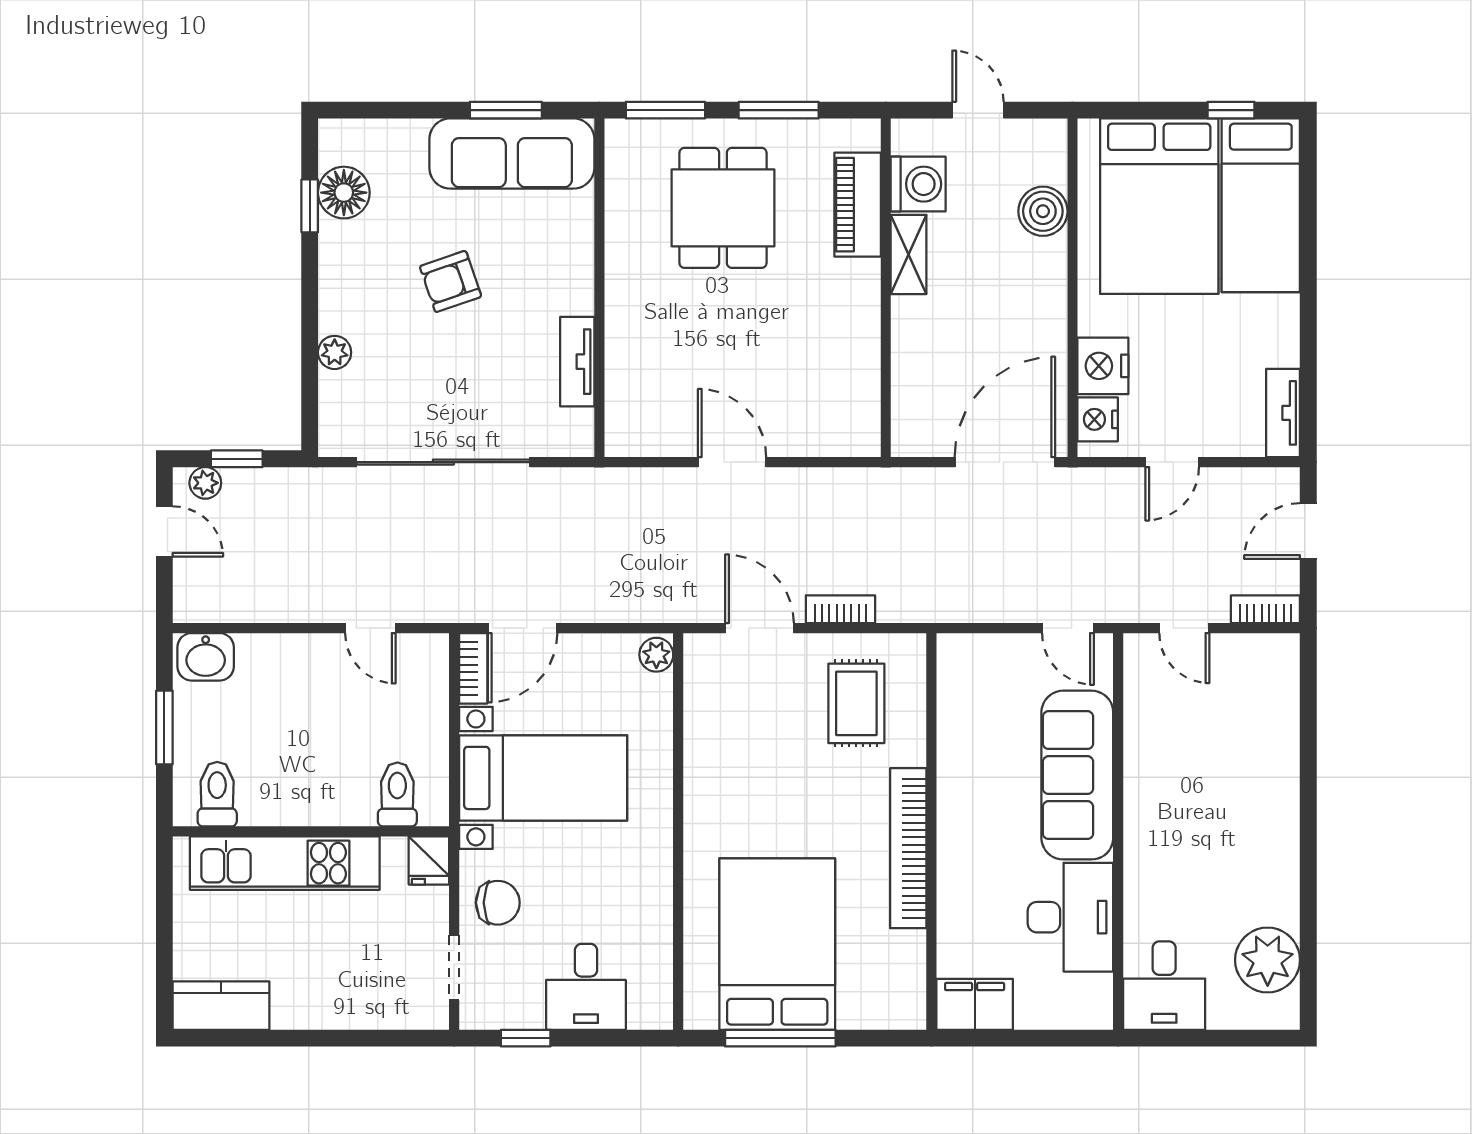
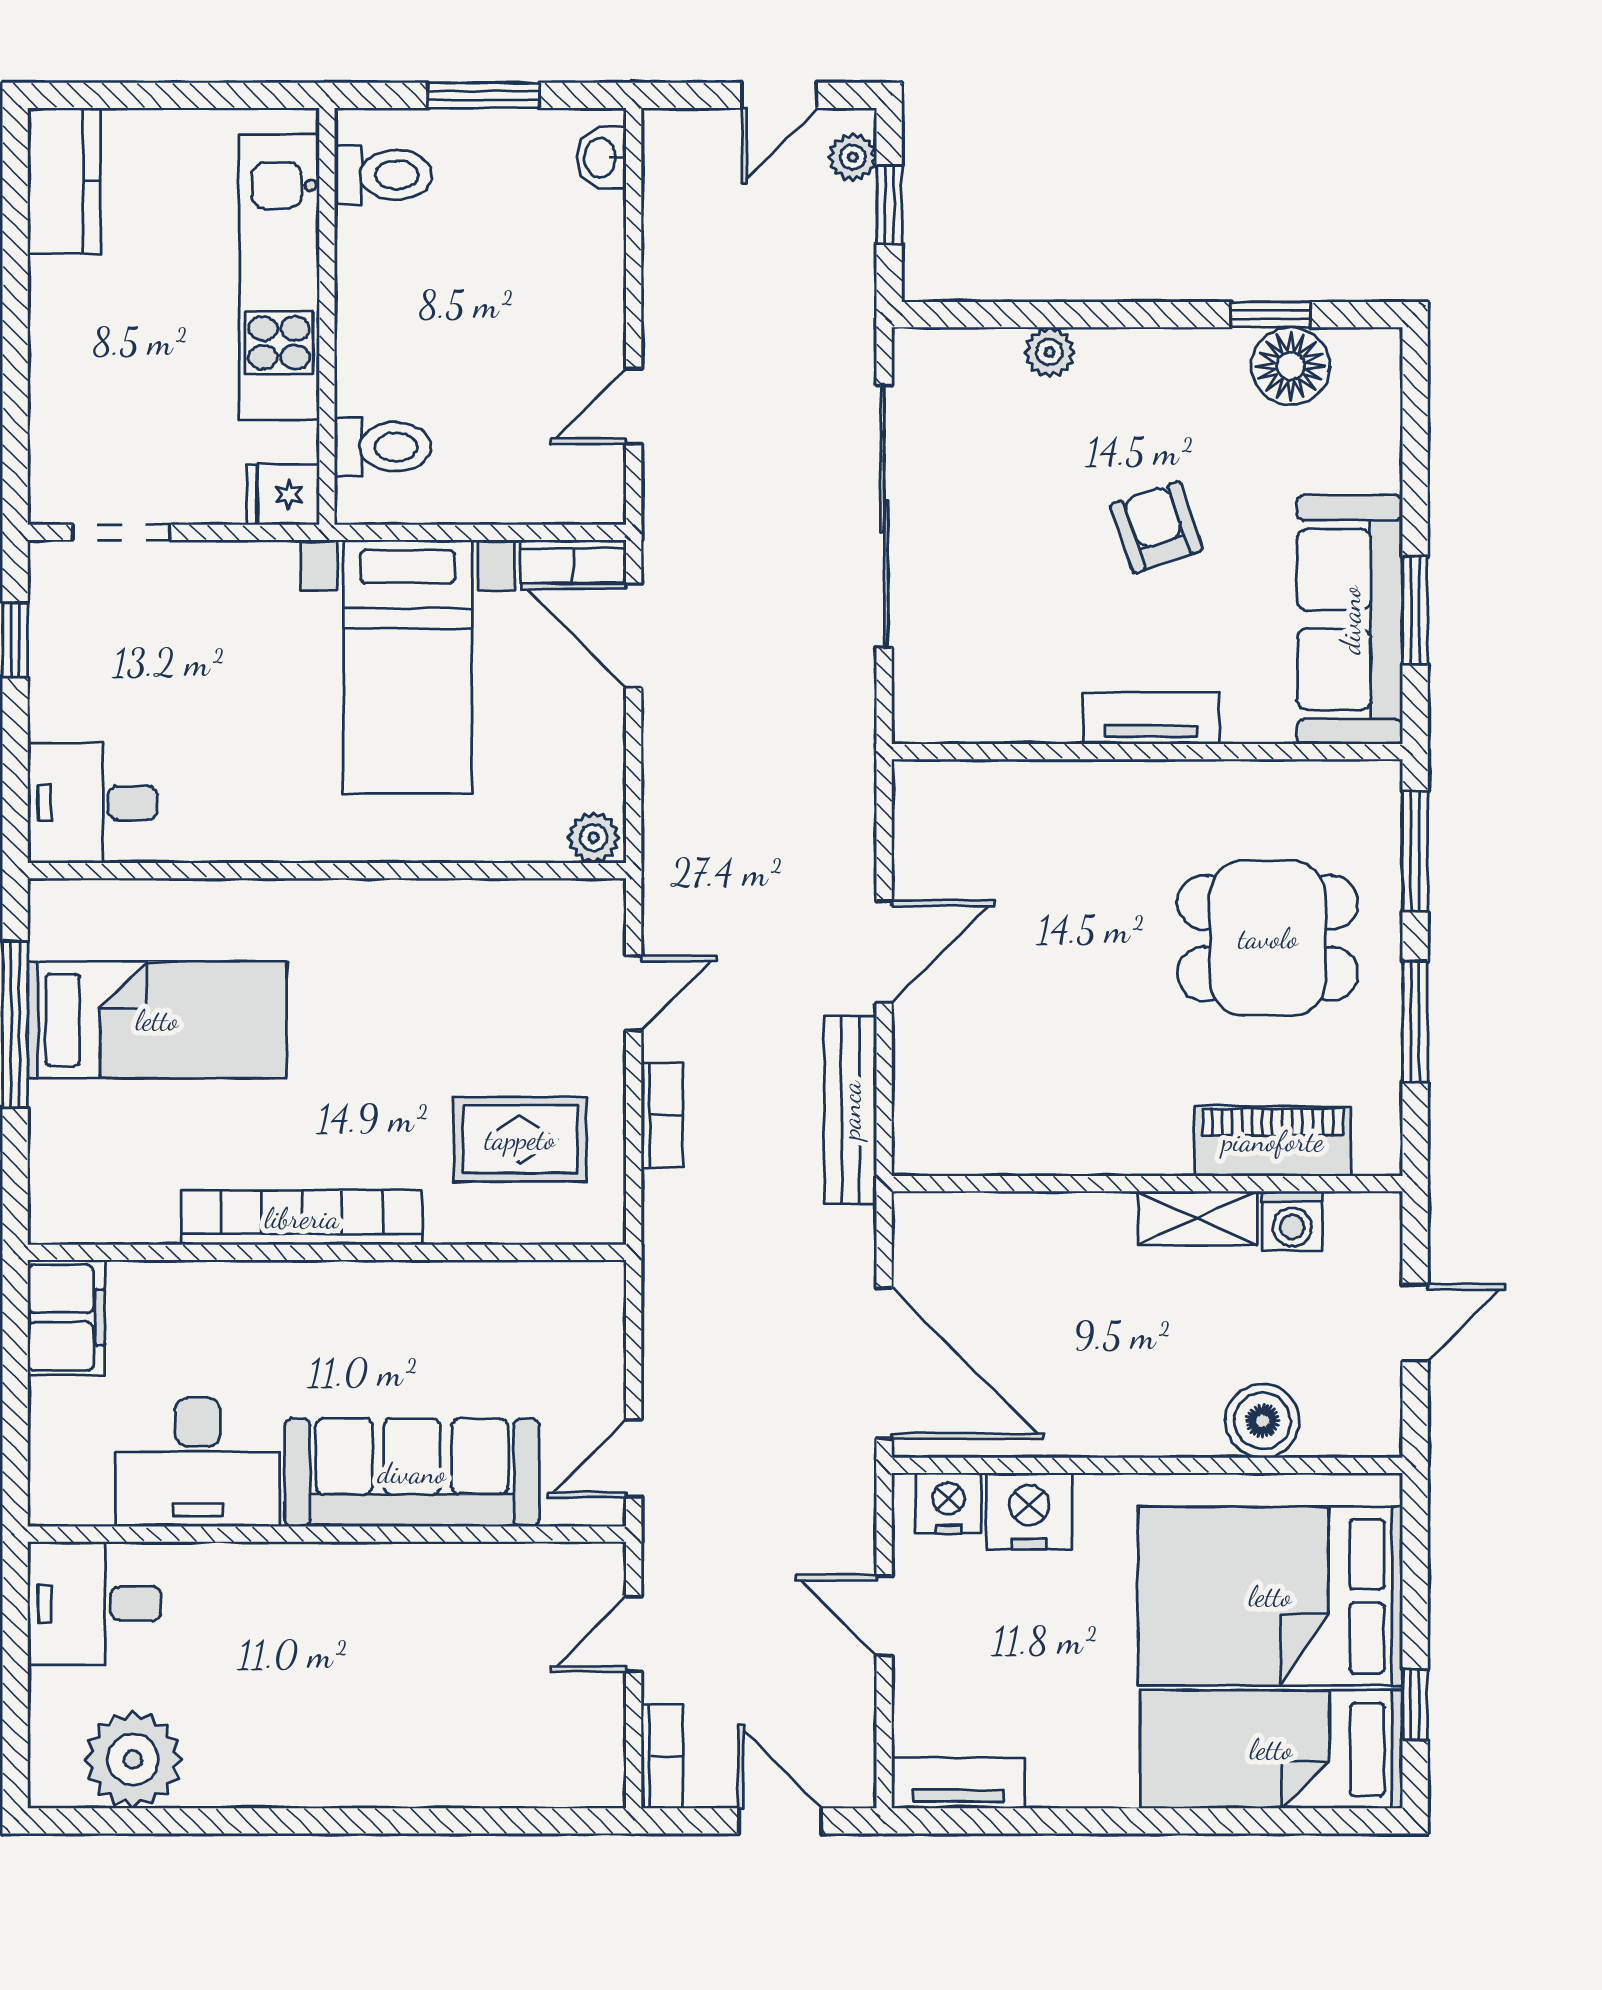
washing machine: (918, 184) -> (1292, 1221), width x0.73, depth x0.73
tv unit: (577, 362) -> (1151, 718), moved
bench: (837, 484) -> (850, 1110), added
door: (759, 628) -> (634, 993), width x0.73
washbasin: (206, 657) -> (601, 158), width x0.72, depth x0.69
chair: (498, 903) -> (219, 598), removed
bed: (777, 944) -> (157, 1020), width x0.67
desk: (586, 987) -> (92, 803), moved

